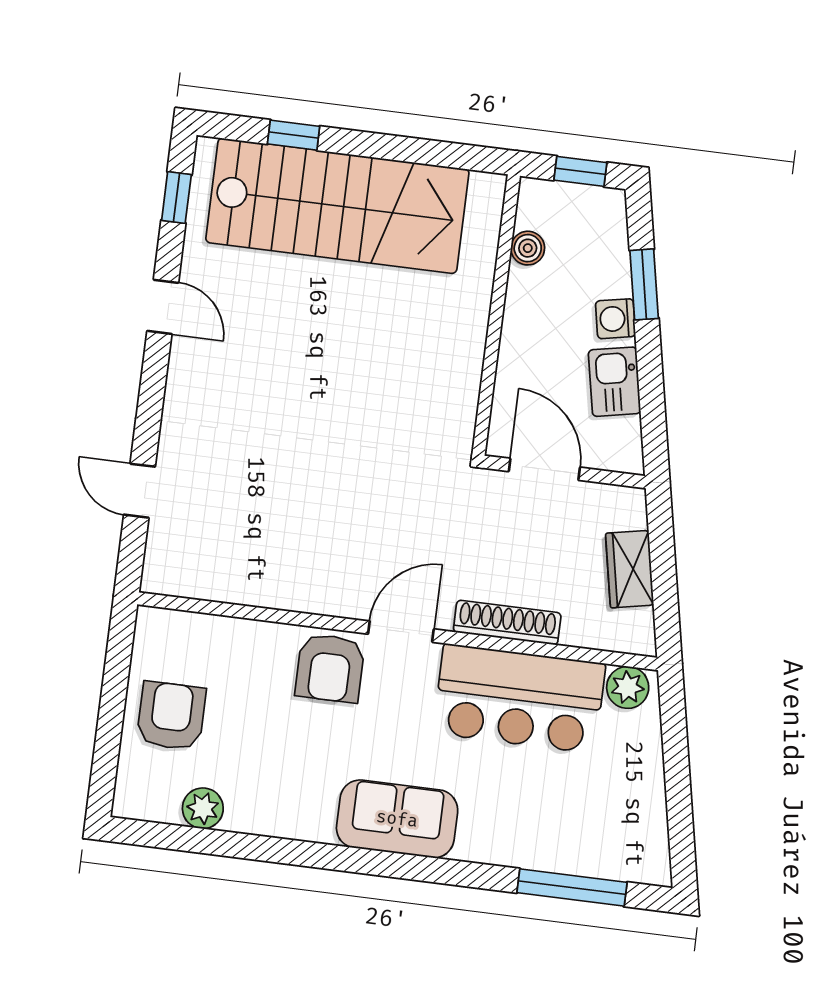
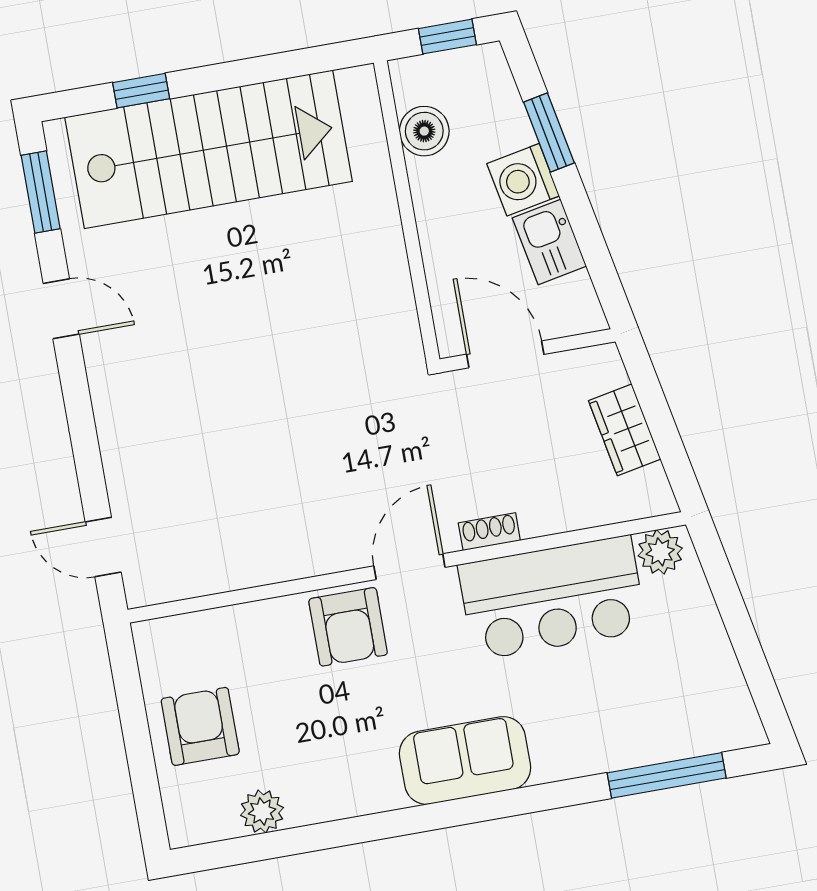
window: (176, 198) -> (41, 192), width x1.50
boiler: (528, 248) -> (424, 131), width x1.36, depth x1.36
washing machine: (615, 319) -> (523, 180), width x1.38, depth x1.38
door: (139, 491) -> (103, 547), moved
shoe rack: (507, 623) -> (489, 532), width x0.51, depth x0.81

